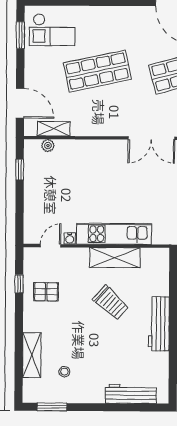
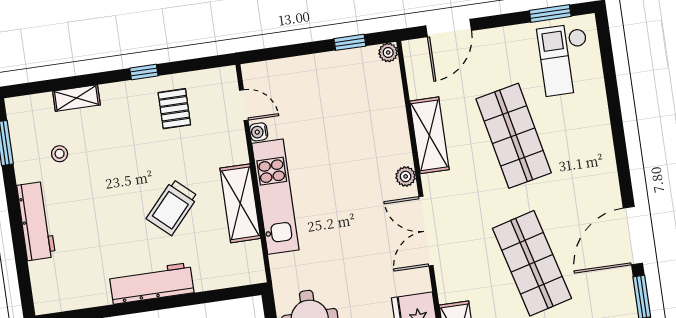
shelving: (54, 129) -> (429, 135), moved, width x1.50, depth x1.33
plant: (48, 146) -> (388, 52), moved
plant: (113, 146) -> (406, 176), added
window: (19, 284) -> (144, 72), moved
shelving: (32, 355) -> (76, 98), width x0.67, depth x0.75
workbench: (131, 394) -> (36, 221), moved

